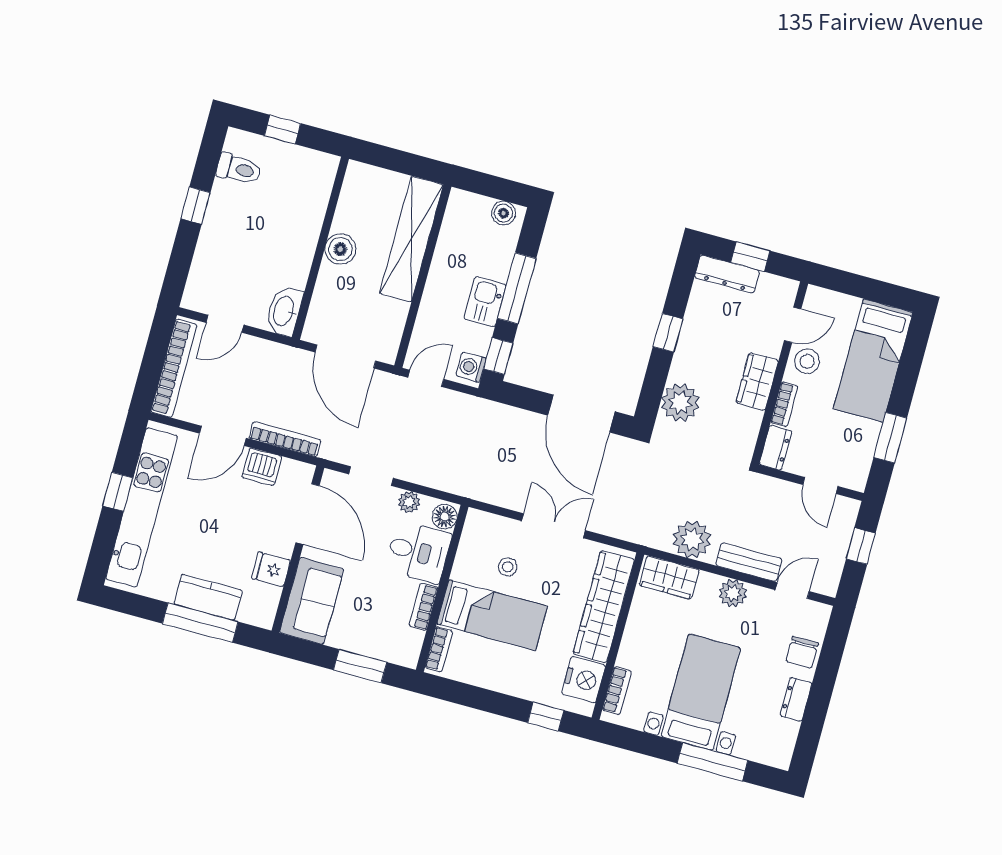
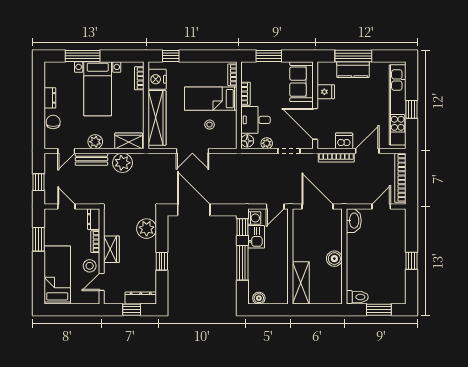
window: (282, 130) -> (379, 310), width x1.50
toilet: (239, 169) -> (357, 297), moved, turned 180
shelving: (411, 239) -> (301, 283), width x0.68
kitchen sink: (485, 302) -> (256, 237), moved

